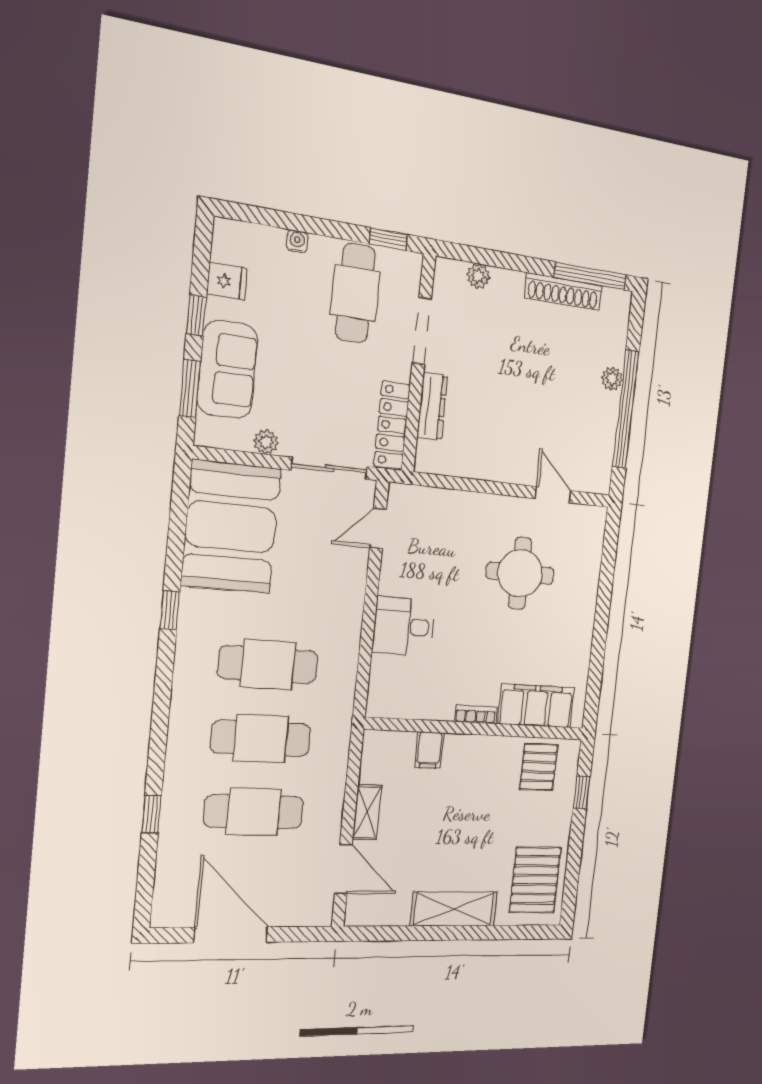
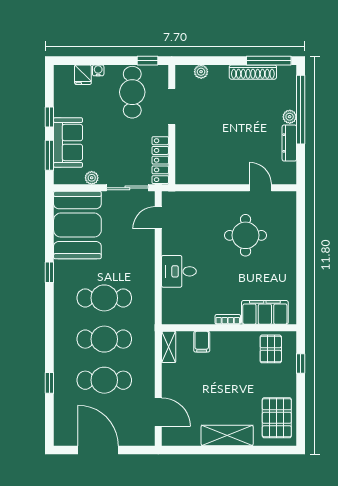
fridge: (227, 281) -> (83, 75), moved, turned 90
dresser: (432, 406) -> (289, 143), moved, turned 180
window: (626, 409) -> (301, 110), moved
shelving: (367, 812) -> (169, 347), moved

